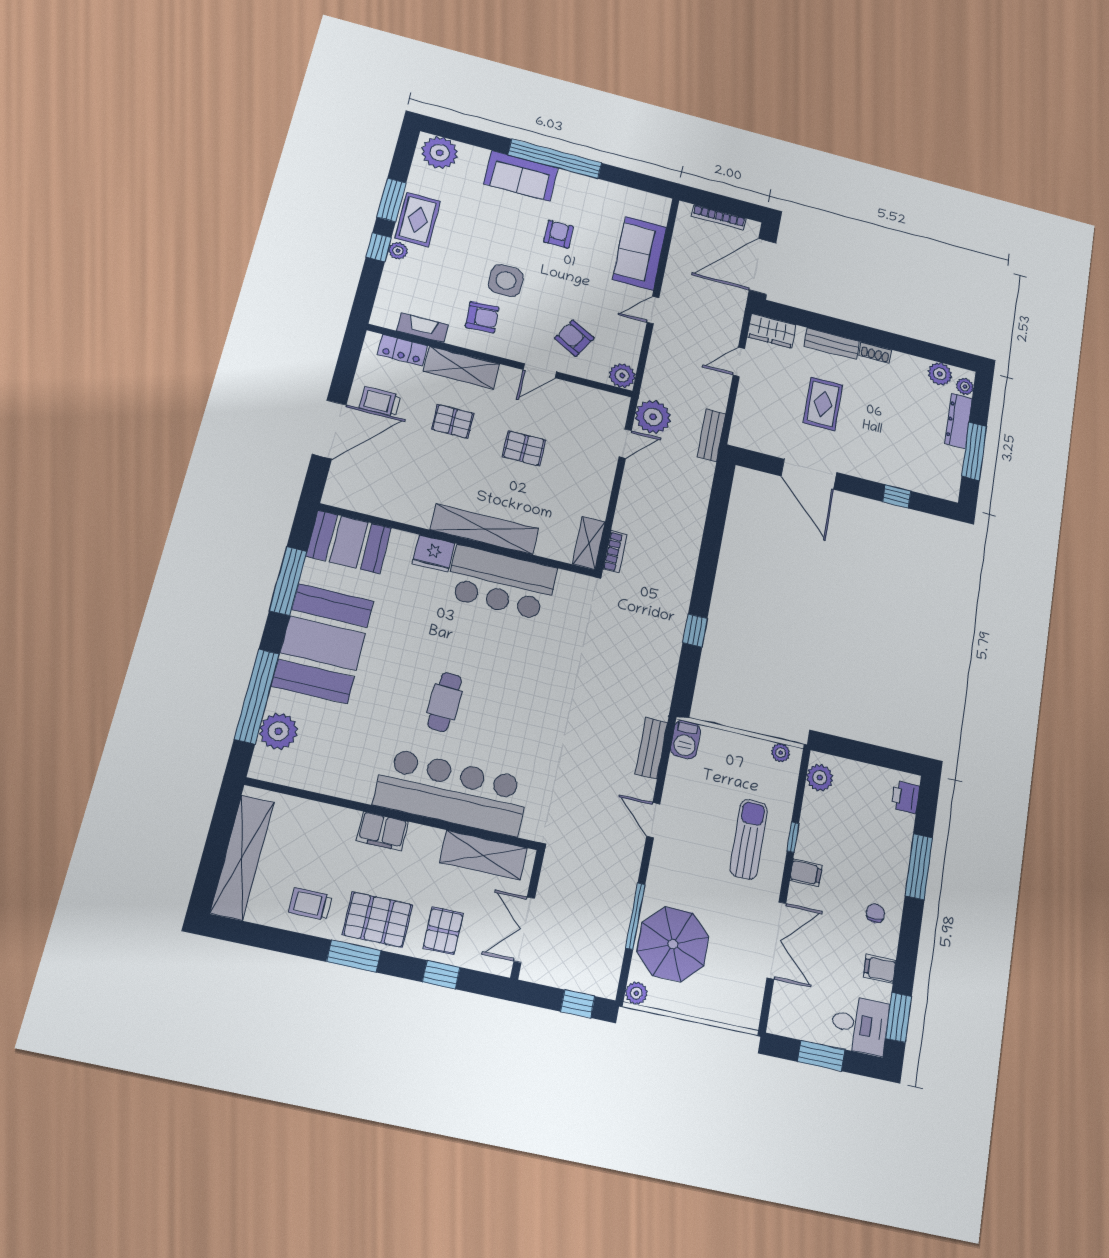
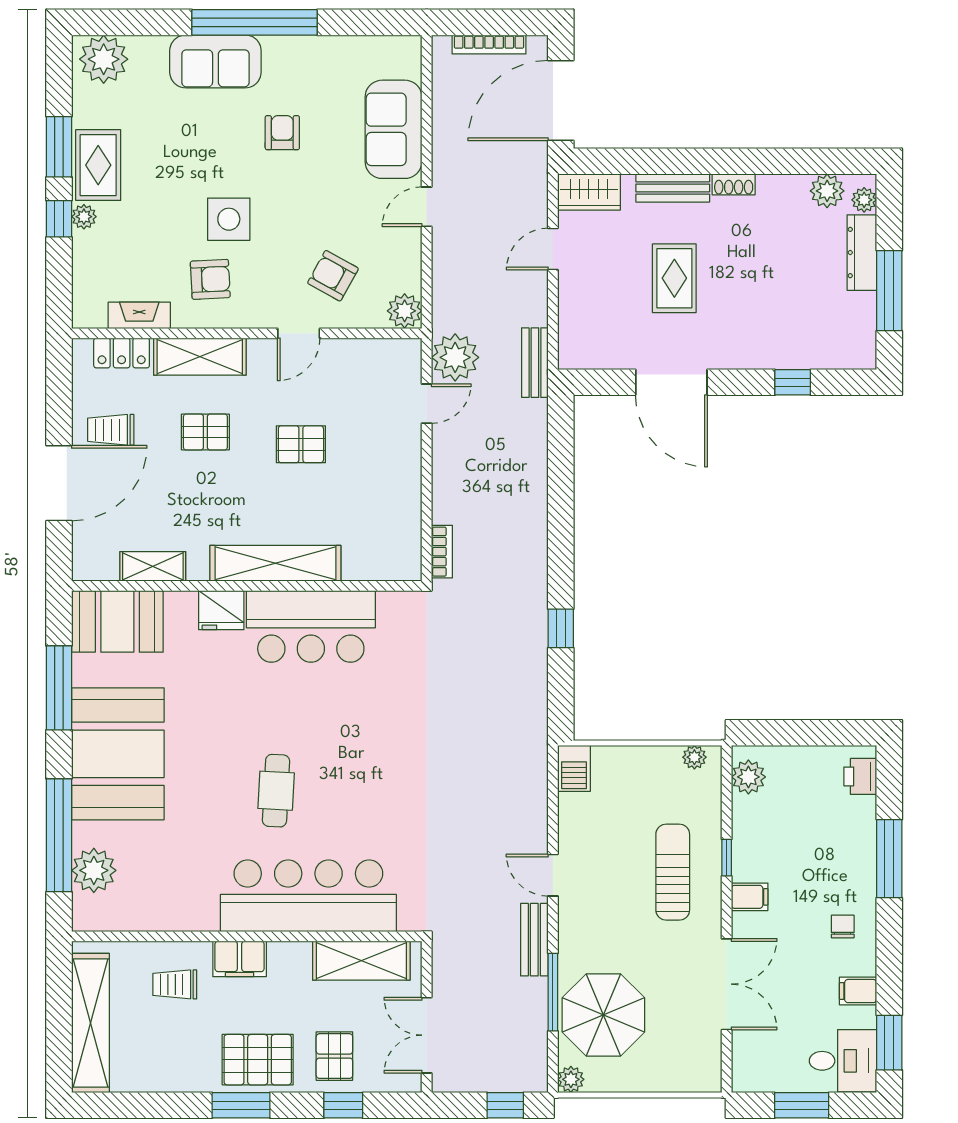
shelving: (589, 543) -> (153, 566), moved, turned 90
bench: (651, 748) -> (534, 940), moved
trolley: (310, 904) -> (175, 984), moved

